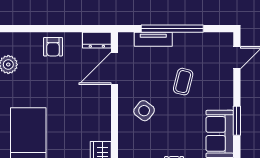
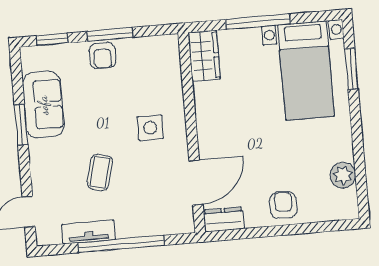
tv unit: (153, 39) -> (89, 232), moved
side table: (144, 111) -> (150, 128), turned -38

